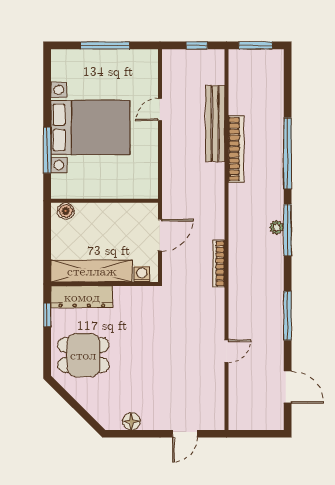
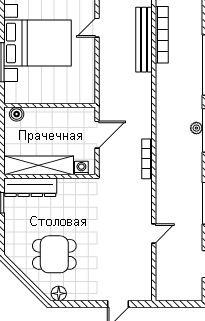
bookcase: (236, 149) -> (162, 35), moved
dining table: (83, 355) -> (54, 254), moved
floor lamp: (131, 421) -> (59, 293), moved

